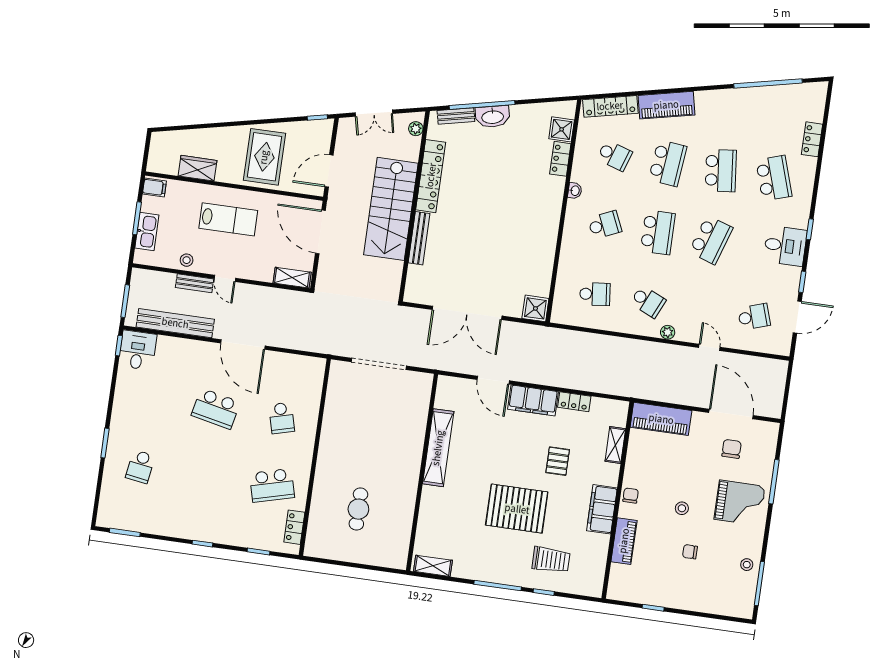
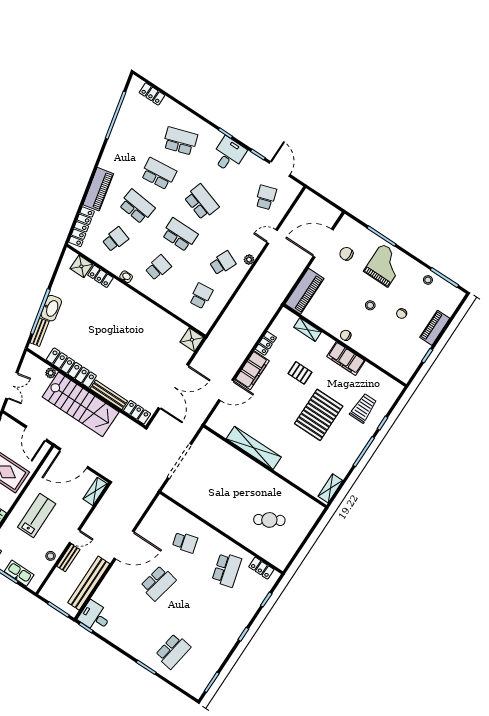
plant: (416, 129) -> (51, 373), moved
locker: (812, 139) -> (152, 94), moved
school desk: (605, 225) -> (158, 268), turned 39
locker: (414, 283) -> (137, 412), added
school desk: (140, 467) -> (173, 651), width x1.85
cafe table: (358, 509) -> (269, 520), turned -31
piano: (624, 541) -> (435, 328), moved, turned -90

